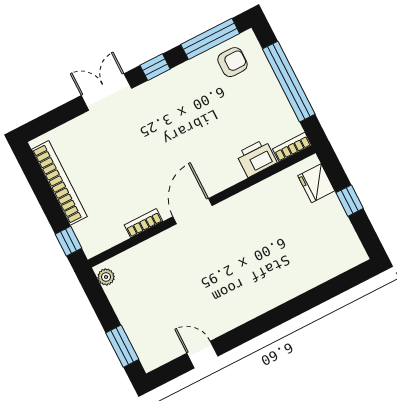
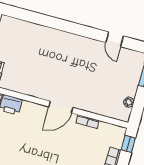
plant: (106, 277) -> (129, 102), moved

